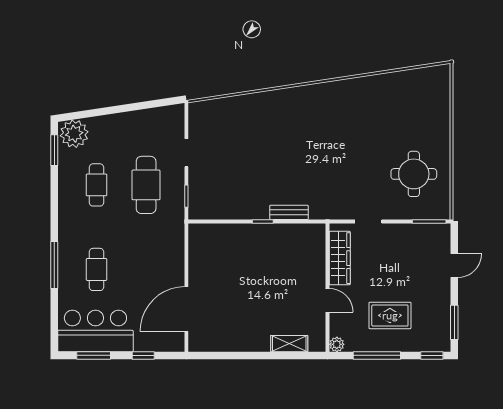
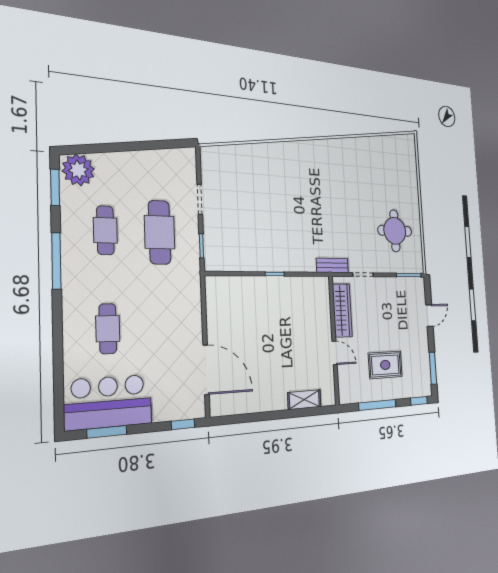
bench: (289, 212) -> (332, 265), moved
window: (54, 265) -> (56, 261), moved
door: (186, 309) -> (206, 370), swing flipped
plant: (337, 344) -> (345, 397), removed
window: (143, 355) -> (183, 424), moved

